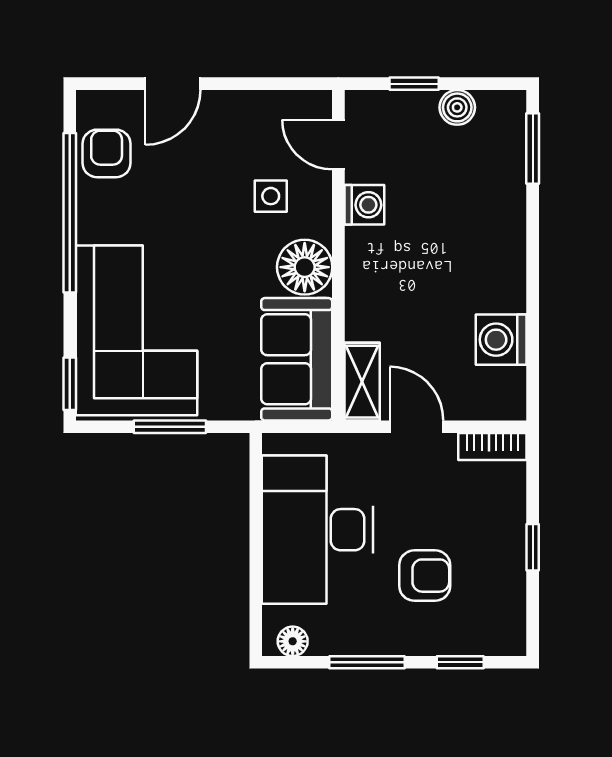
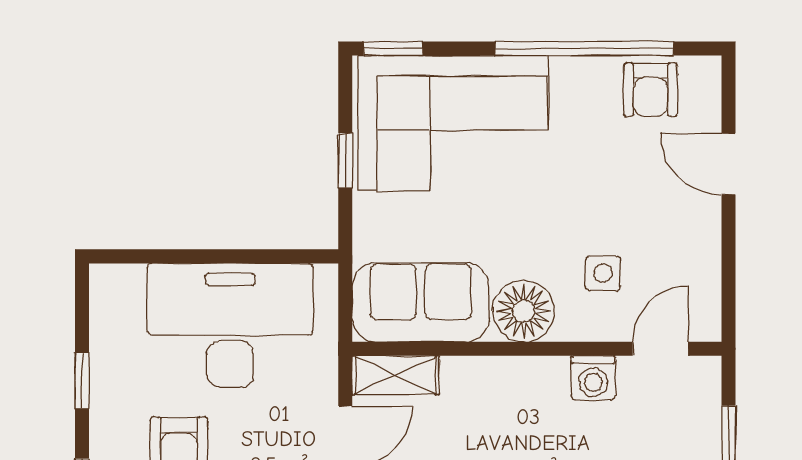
armchair: (107, 153) -> (651, 90), turned 90
window: (170, 427) -> (345, 160), width x0.67
floor lamp: (293, 641) -> (105, 298), removed
window: (367, 662) -> (82, 381), width x0.67

